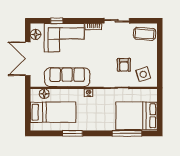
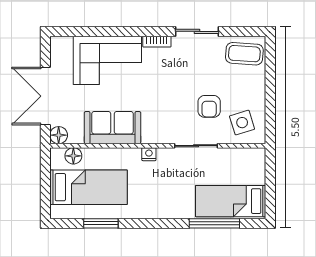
window: (57, 21) -> (95, 31), removed
floor lamp: (36, 34) -> (59, 135), moved
sofa: (67, 77) -> (113, 128), width x0.73
bed: (137, 116) -> (231, 201), width x0.67
window: (72, 133) -> (101, 223), moved

